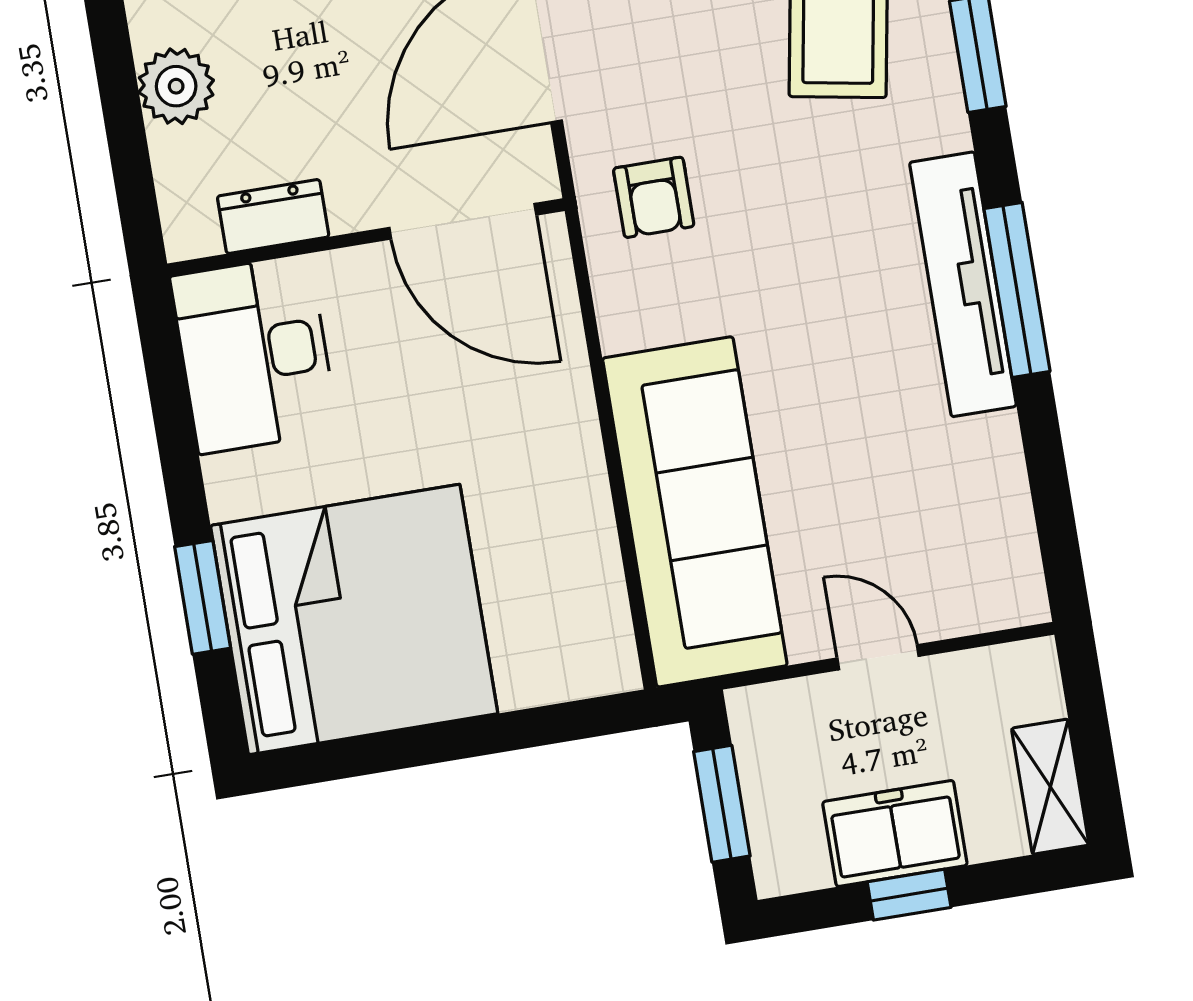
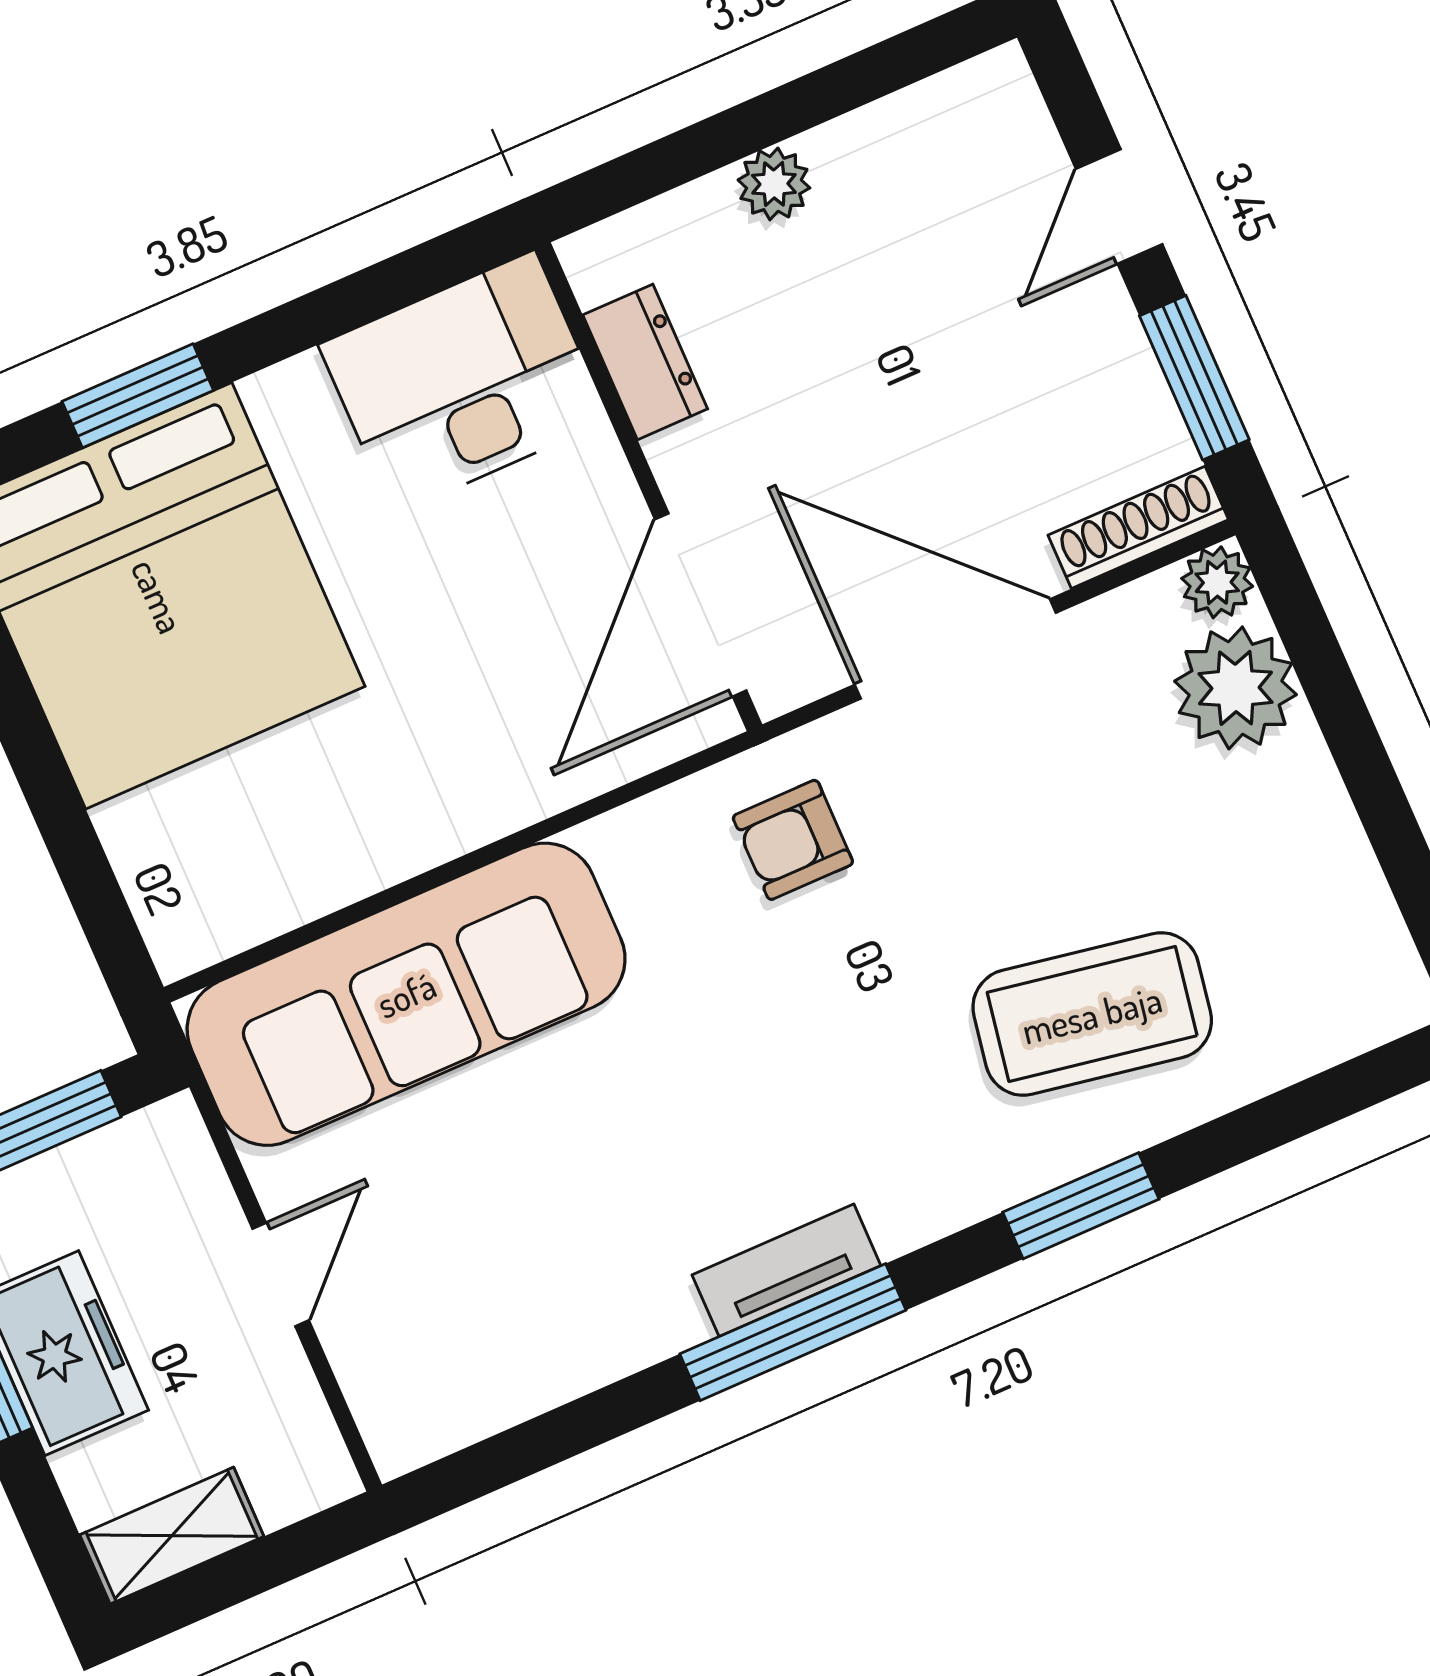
plant: (176, 86) -> (774, 184), width x0.73, depth x0.73
tv unit: (963, 284) -> (786, 1270), width x0.52, depth x0.78

